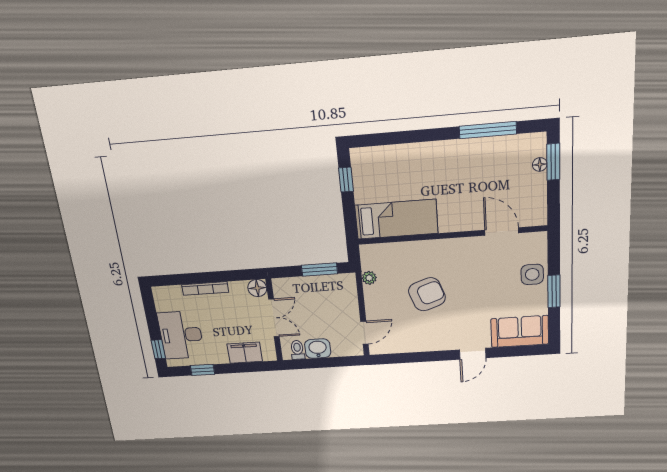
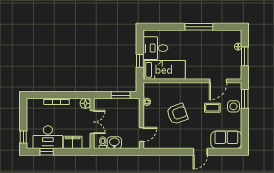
window: (488, 130) -> (199, 27), moved
window: (553, 162) -> (245, 56), moved
window: (346, 180) -> (140, 61), moved
desk: (376, 180) -> (155, 48), added
door: (502, 231) -> (218, 81), swing flipped
coffee table: (492, 279) -> (212, 108), added
window: (554, 291) -> (245, 99), moved
desk: (181, 335) -> (48, 137), moved, turned -90

